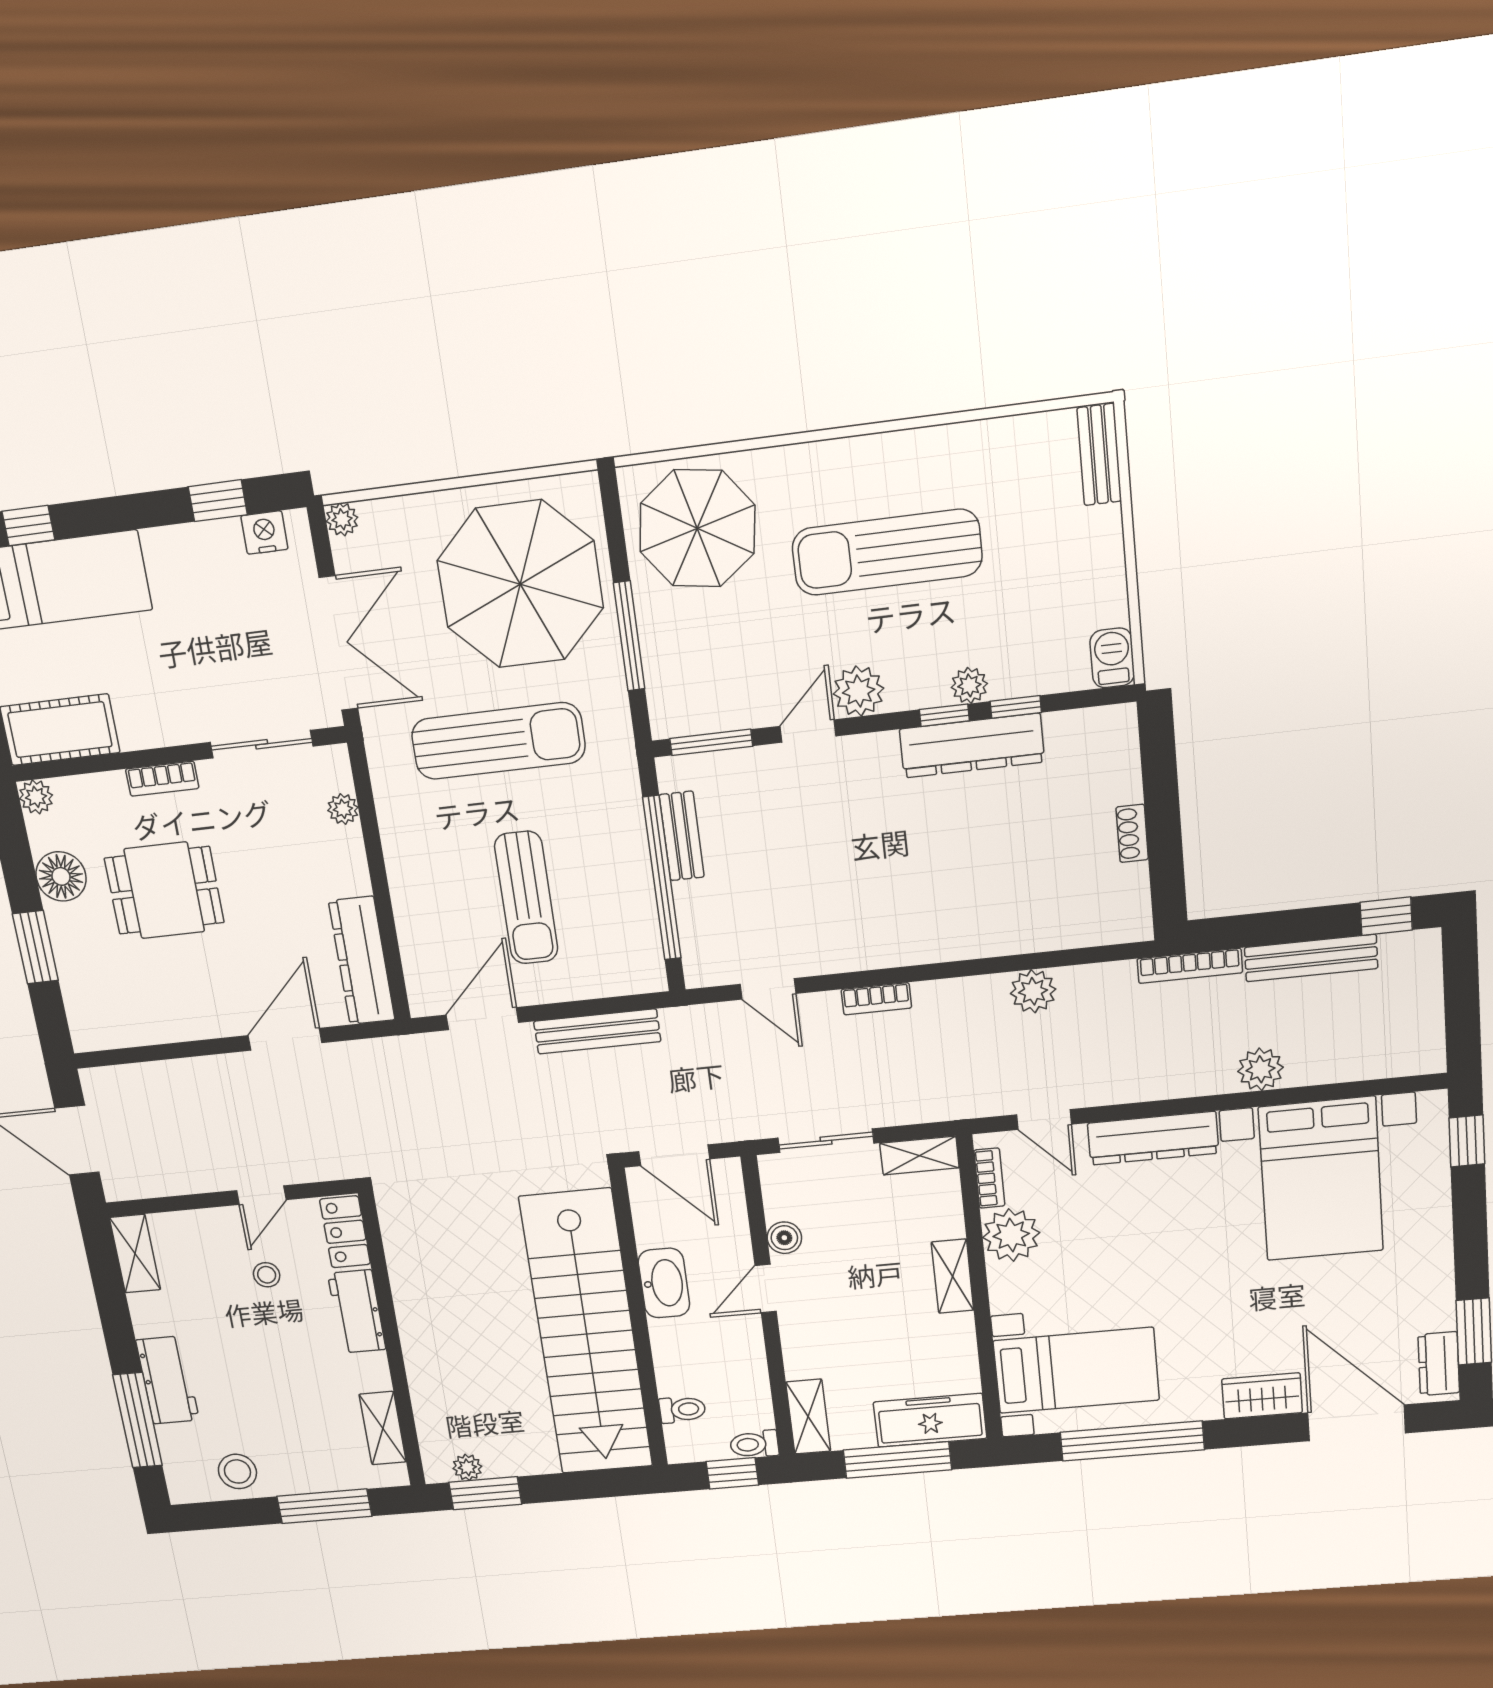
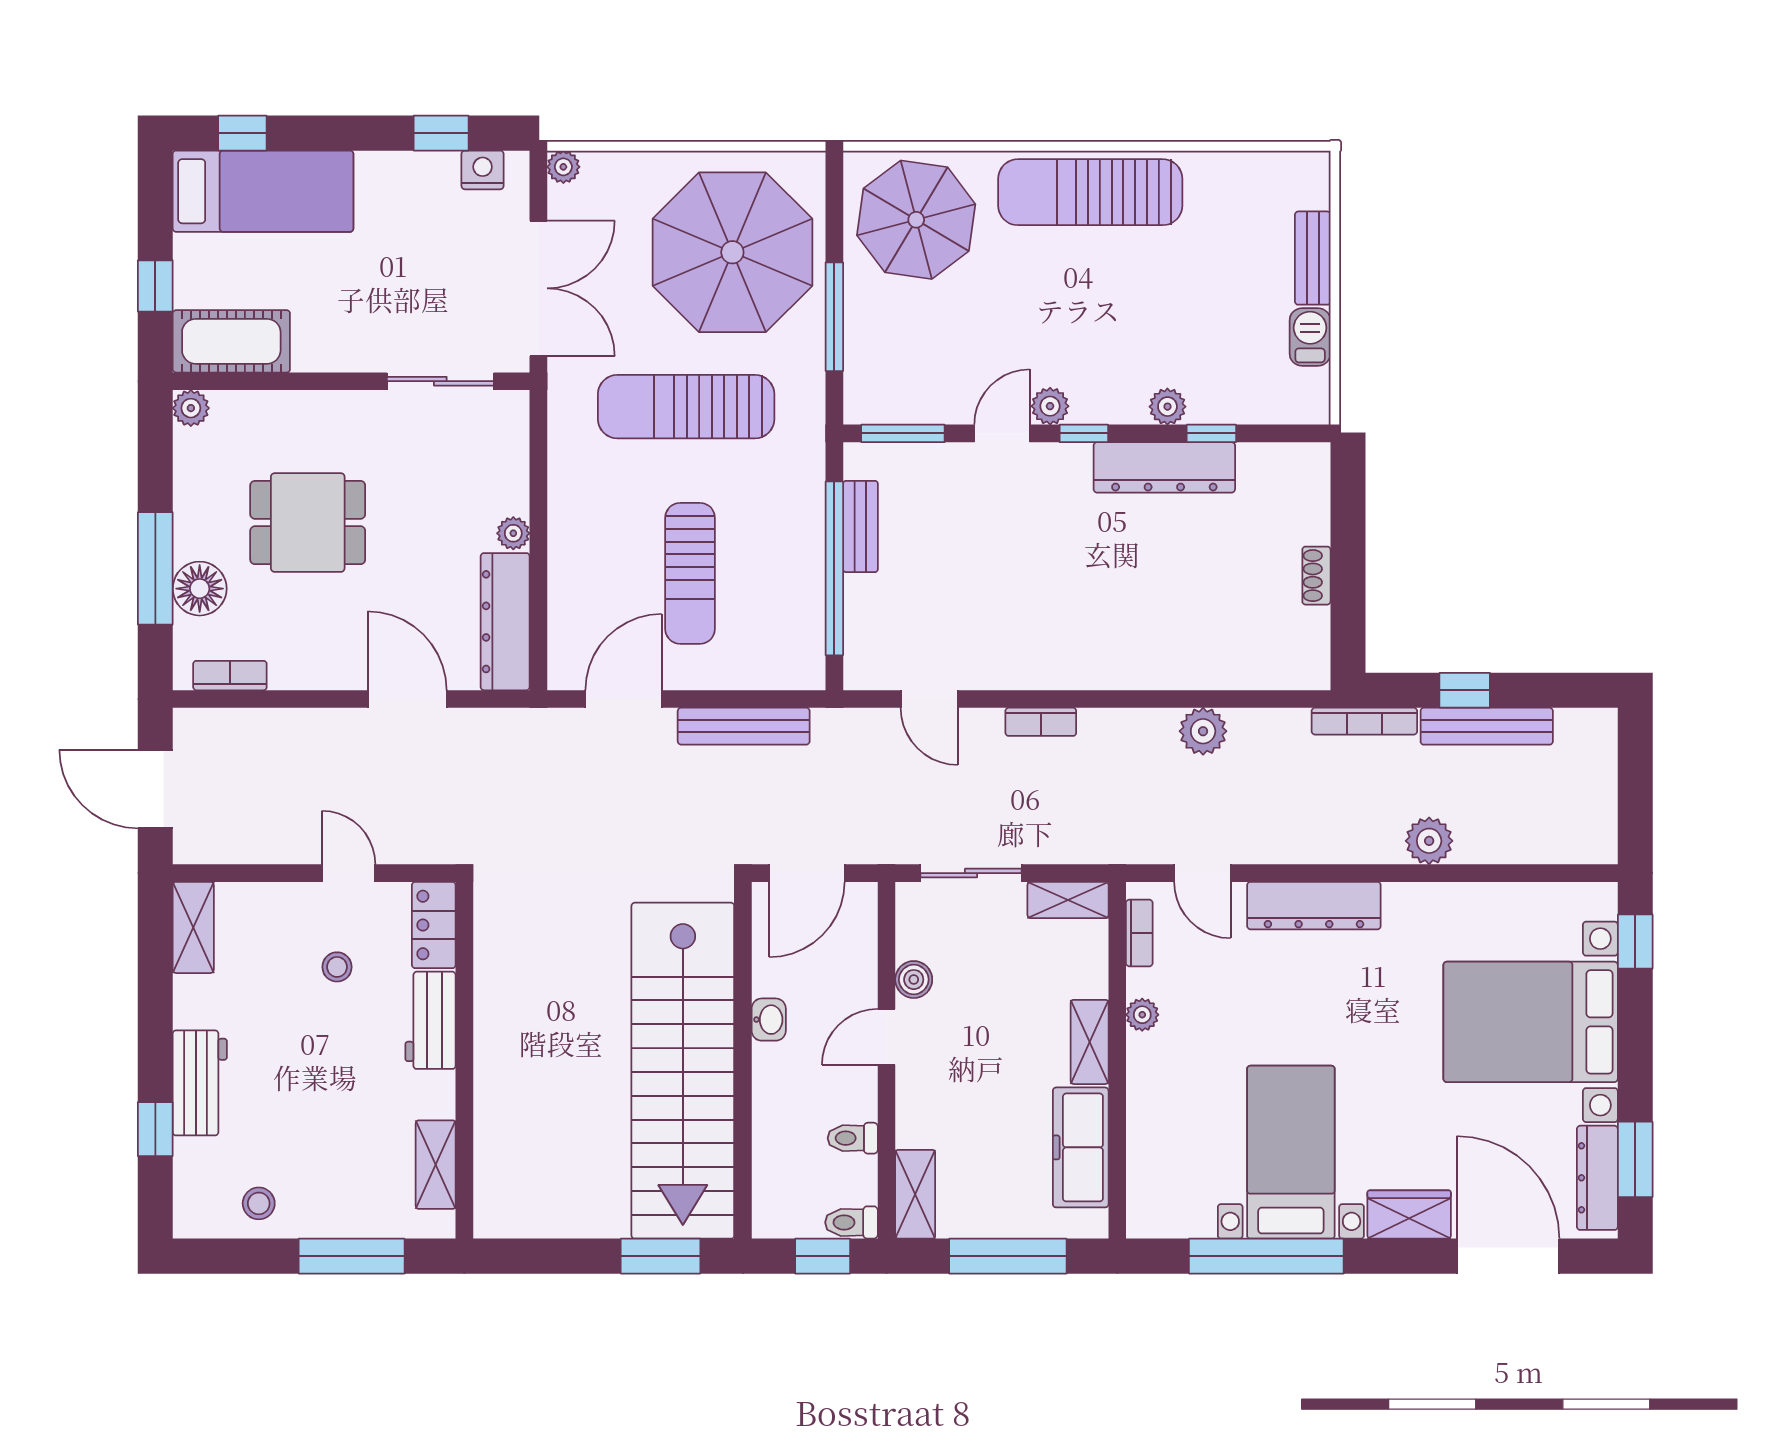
bench: (1099, 455) -> (1313, 258), moved
sun lounger: (887, 552) -> (1090, 192), moved
barbecue: (1112, 658) -> (1310, 337), moved
plant: (859, 691) -> (1050, 406), width x0.73, depth x0.73
window: (944, 715) -> (1084, 433), moved
sun lounger: (498, 741) -> (686, 407), turned 180
bookcase: (162, 779) -> (230, 676), moved, turned 180
plant: (343, 809) -> (513, 533), moved
floor lamp: (61, 876) -> (200, 589), moved
window: (1386, 916) -> (1465, 690), moved
window: (35, 947) -> (155, 568), width x1.44
door: (285, 1039) -> (407, 699), hinge flipped
door: (674, 1155) -> (807, 873), hinge flipped
bed with nightstands: (1321, 1179) -> (1531, 1022), moved, turned 90
door: (261, 1195) -> (348, 873), swing flipped
plant: (1011, 1235) -> (1142, 1015), width x0.53, depth x0.53
washbasin: (664, 1283) -> (769, 1020), width x0.52, depth x0.69
dresser: (1439, 1364) -> (1597, 1178), width x1.44
bed with nightstands: (1076, 1370) -> (1291, 1152), moved, turned -90
toilet: (682, 1410) -> (853, 1138), moved, turned 180
window: (138, 1420) -> (155, 1129), width x0.46
freezer: (930, 1420) -> (1081, 1147), moved, turned -90
plant: (467, 1467) -> (524, 1222), removed
stool: (237, 1471) -> (259, 1203), width x0.73, depth x0.73
window: (485, 1493) -> (660, 1256), moved

